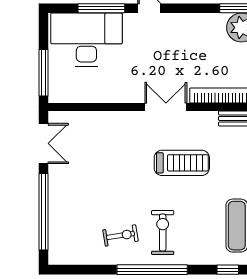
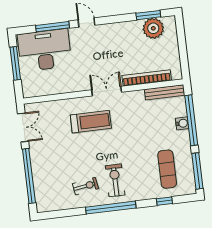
window: (44, 73) -> (15, 63), moved
treadmill: (182, 163) -> (91, 122), moved

